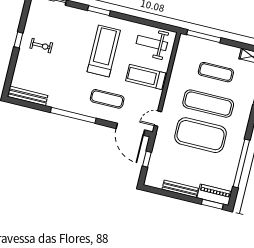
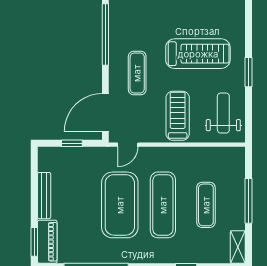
window: (99, 11) -> (248, 72), moved
window: (204, 36) -> (248, 201), moved
door: (158, 119) -> (128, 145), swing flipped

